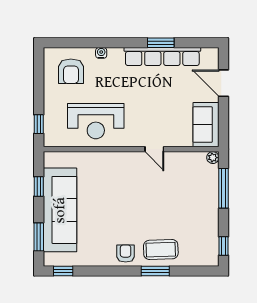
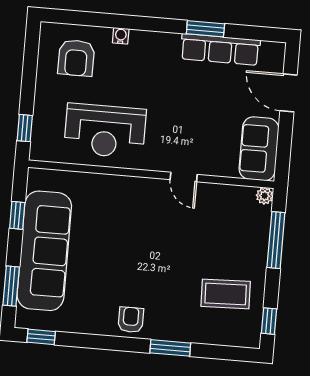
row of seats: (162, 56) -> (220, 49), width x0.73
coffee table: (161, 250) -> (226, 294), moved

